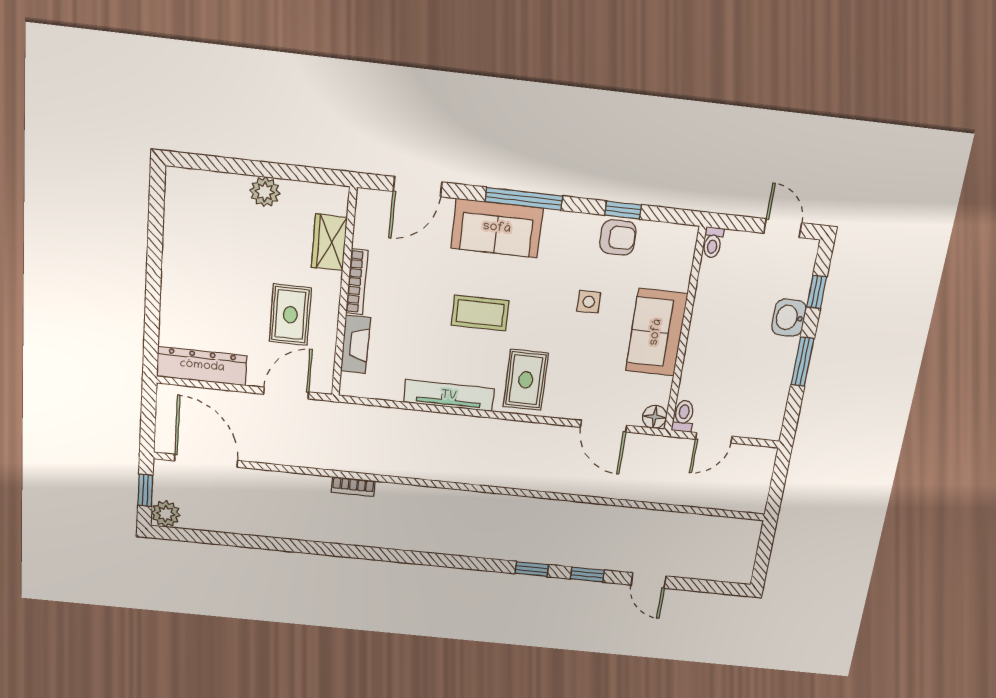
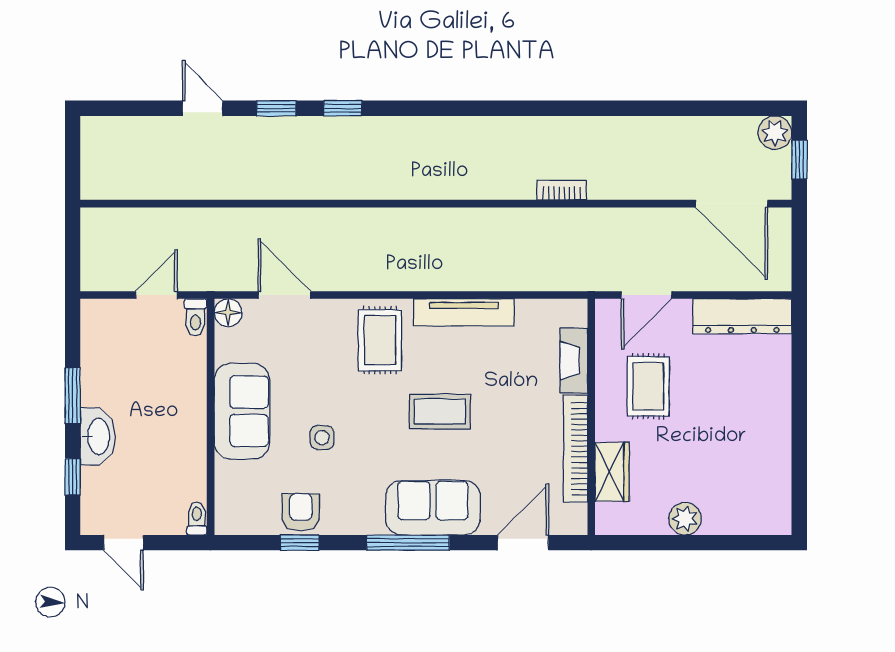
armchair: (618, 237) -> (301, 512), turned 90
bookcase: (357, 282) -> (576, 449), width x1.48, depth x1.31
washbasin: (789, 318) -> (98, 436), width x1.38

